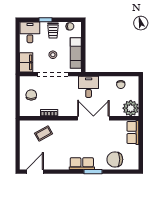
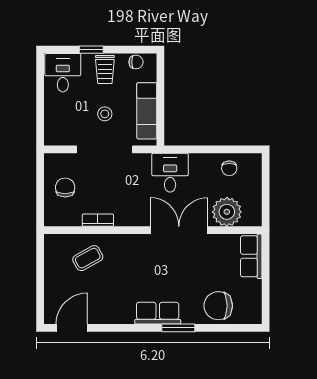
filing cabinet: (26, 62) -> (56, 128), removed
plant: (131, 108) -> (227, 212), moved

